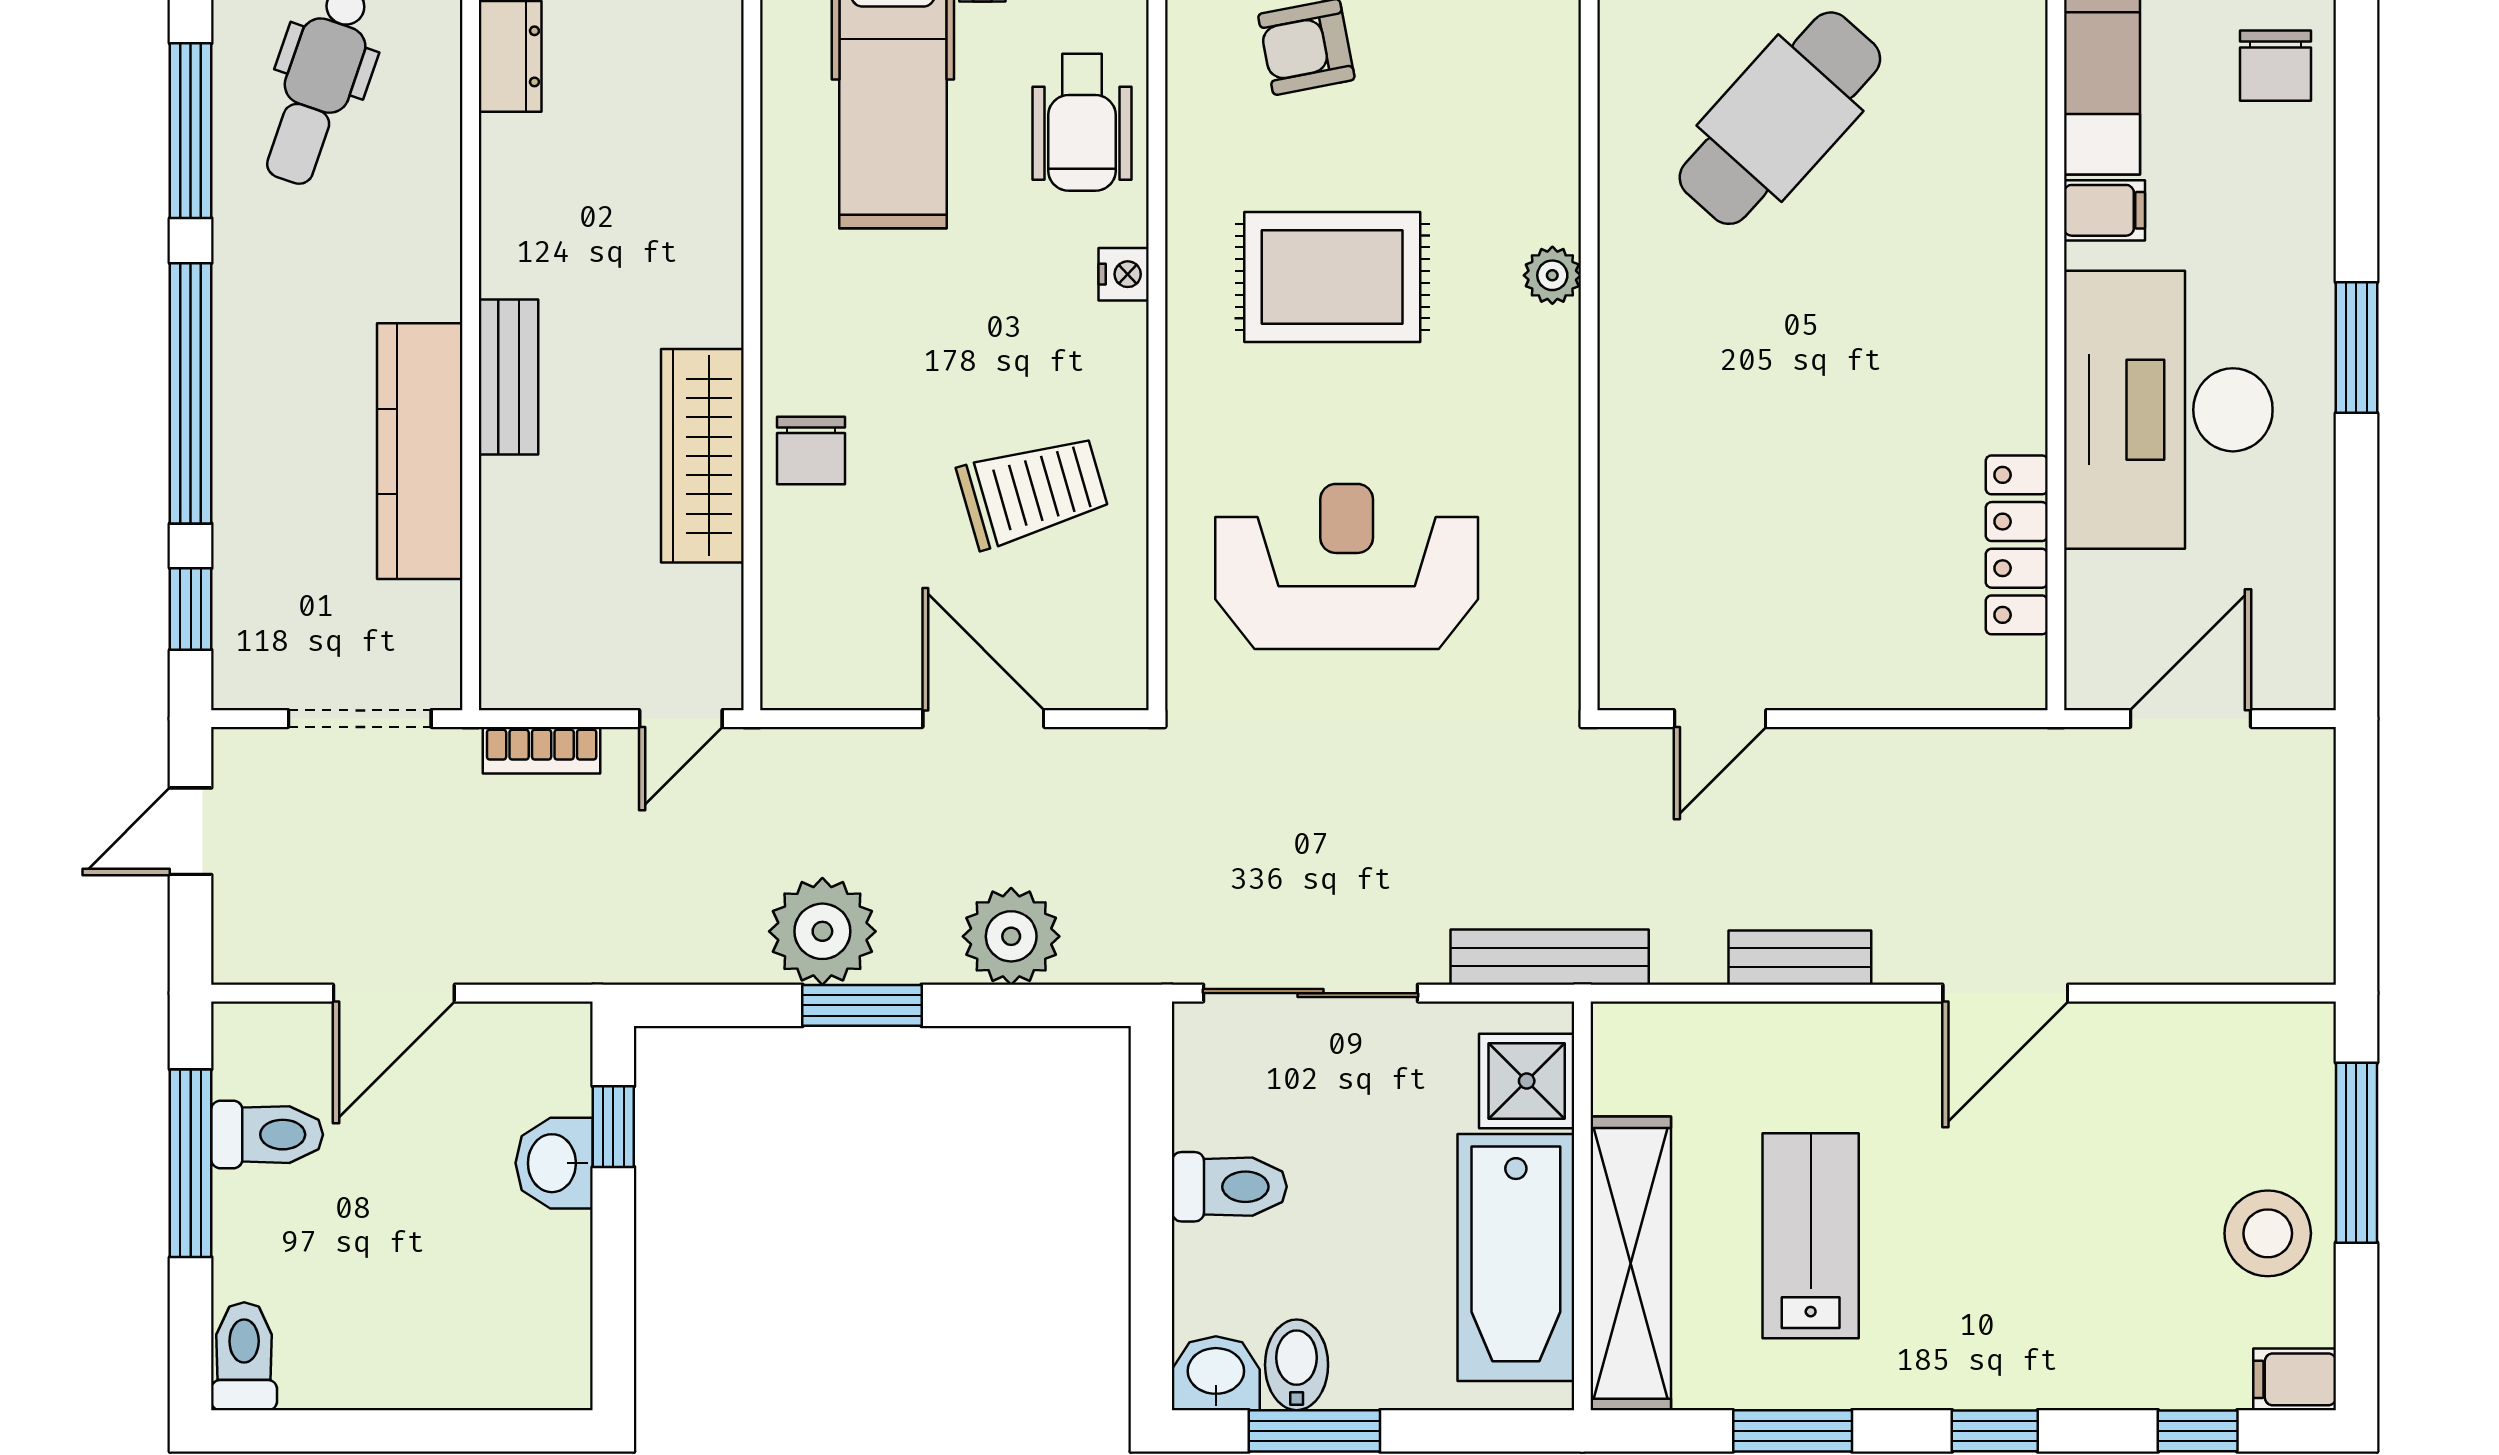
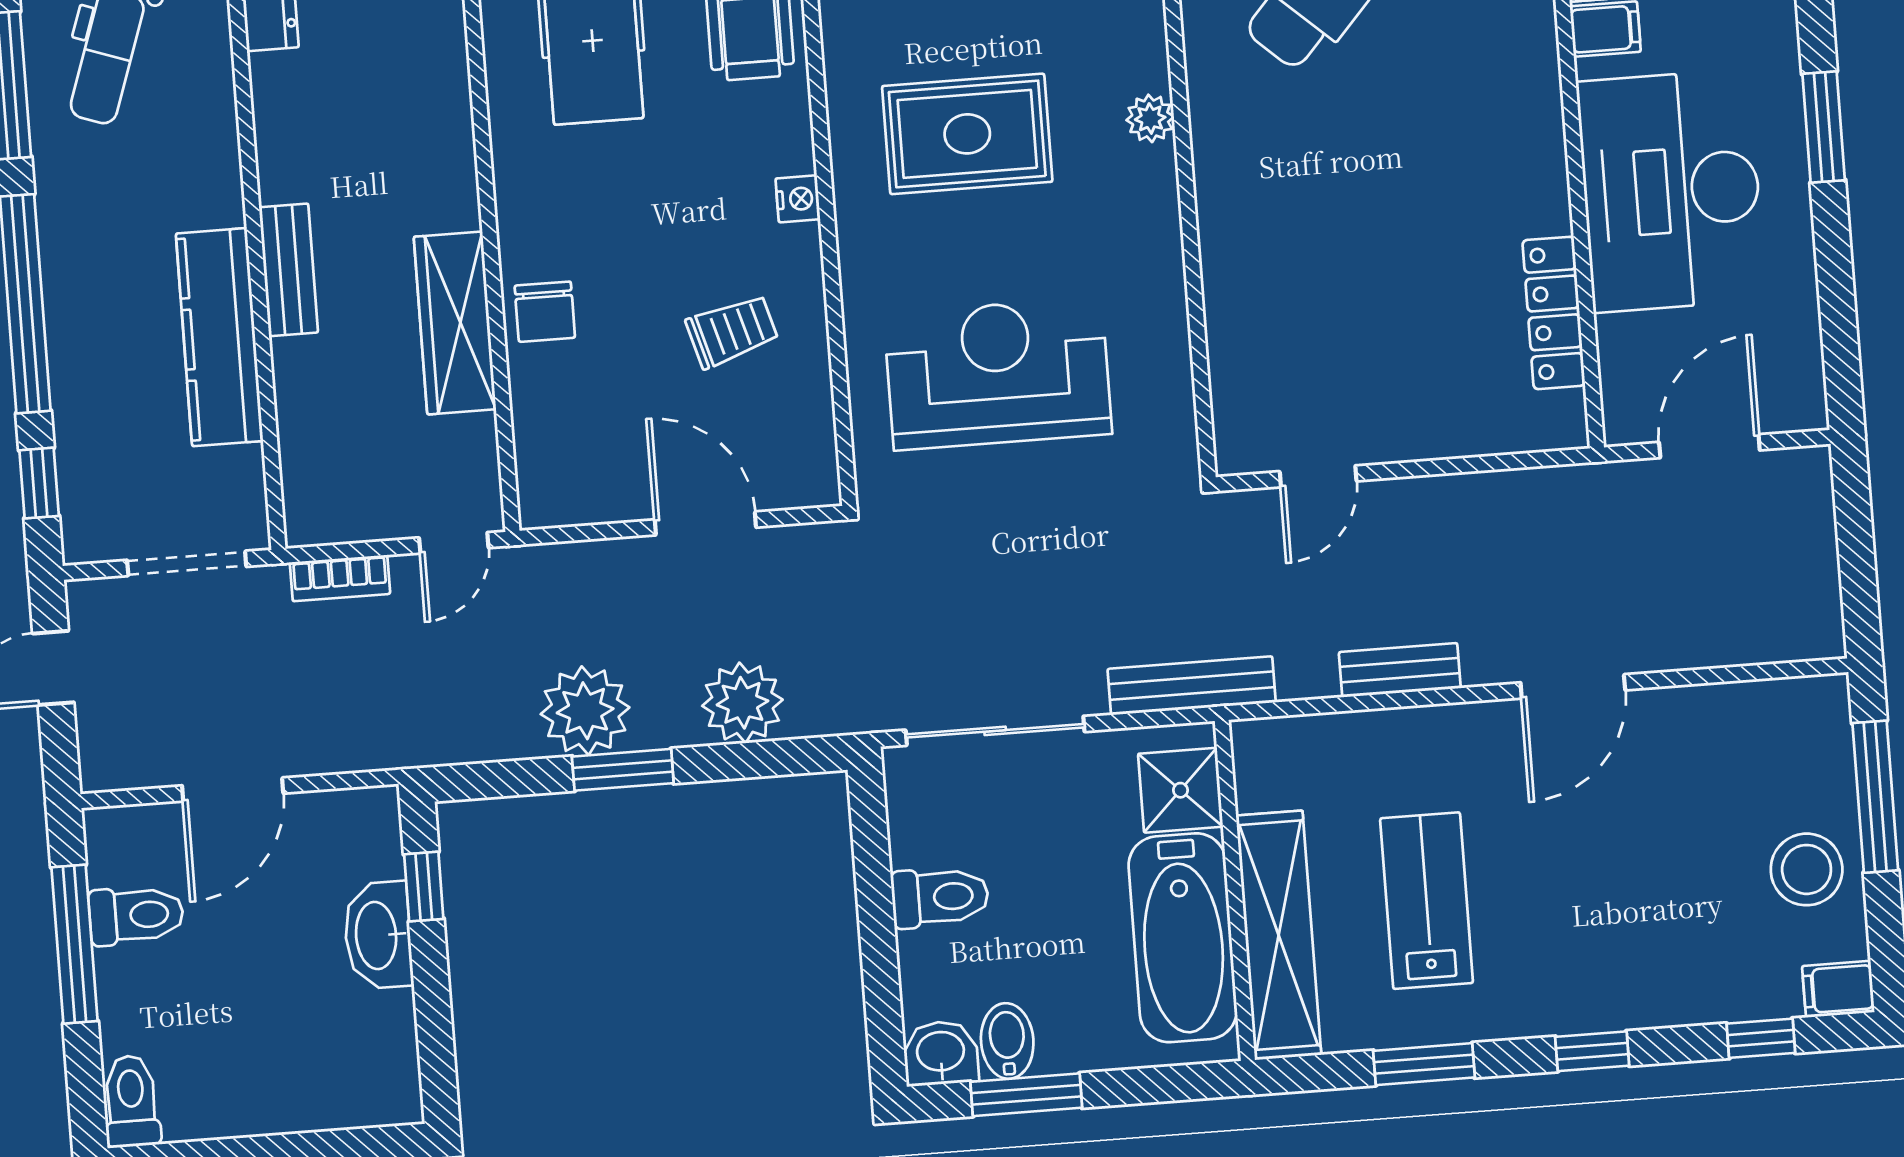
nightstand: (1124, 274) -> (798, 199), moved
trolley: (1033, 491) -> (732, 331), width x0.73, depth x0.72
washbasin: (554, 1163) -> (378, 935), width x1.38

